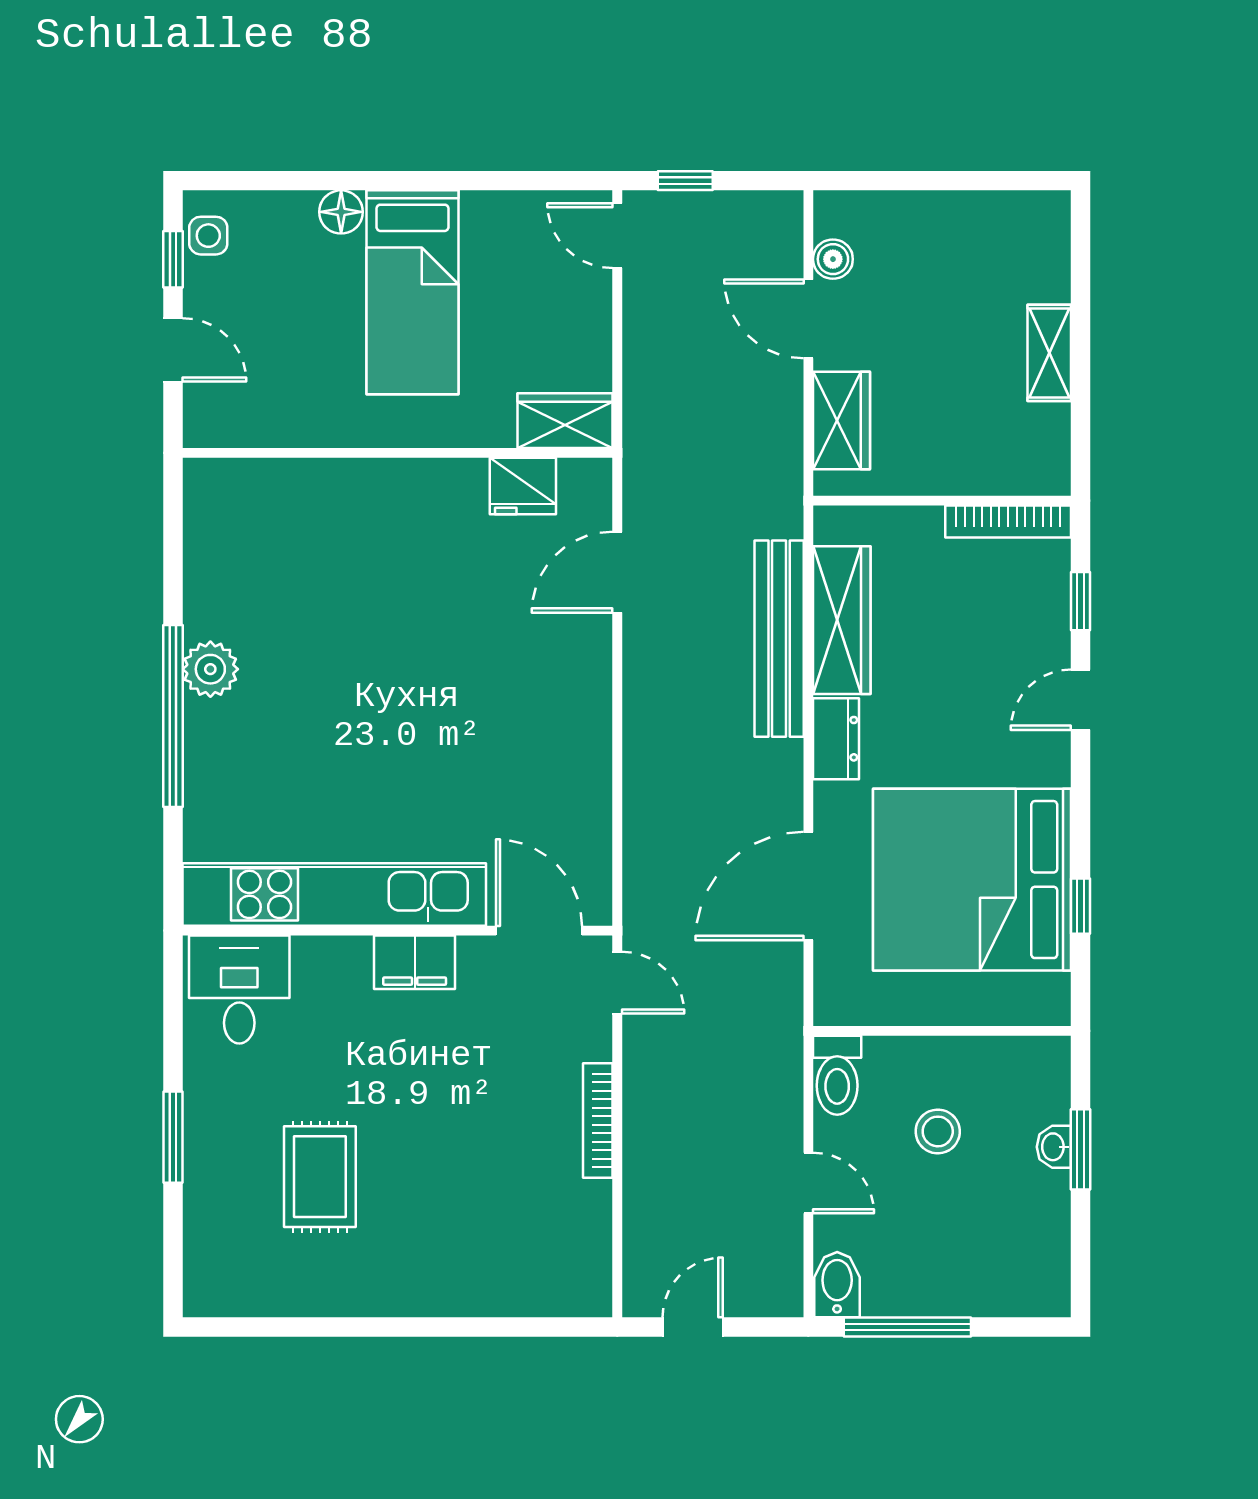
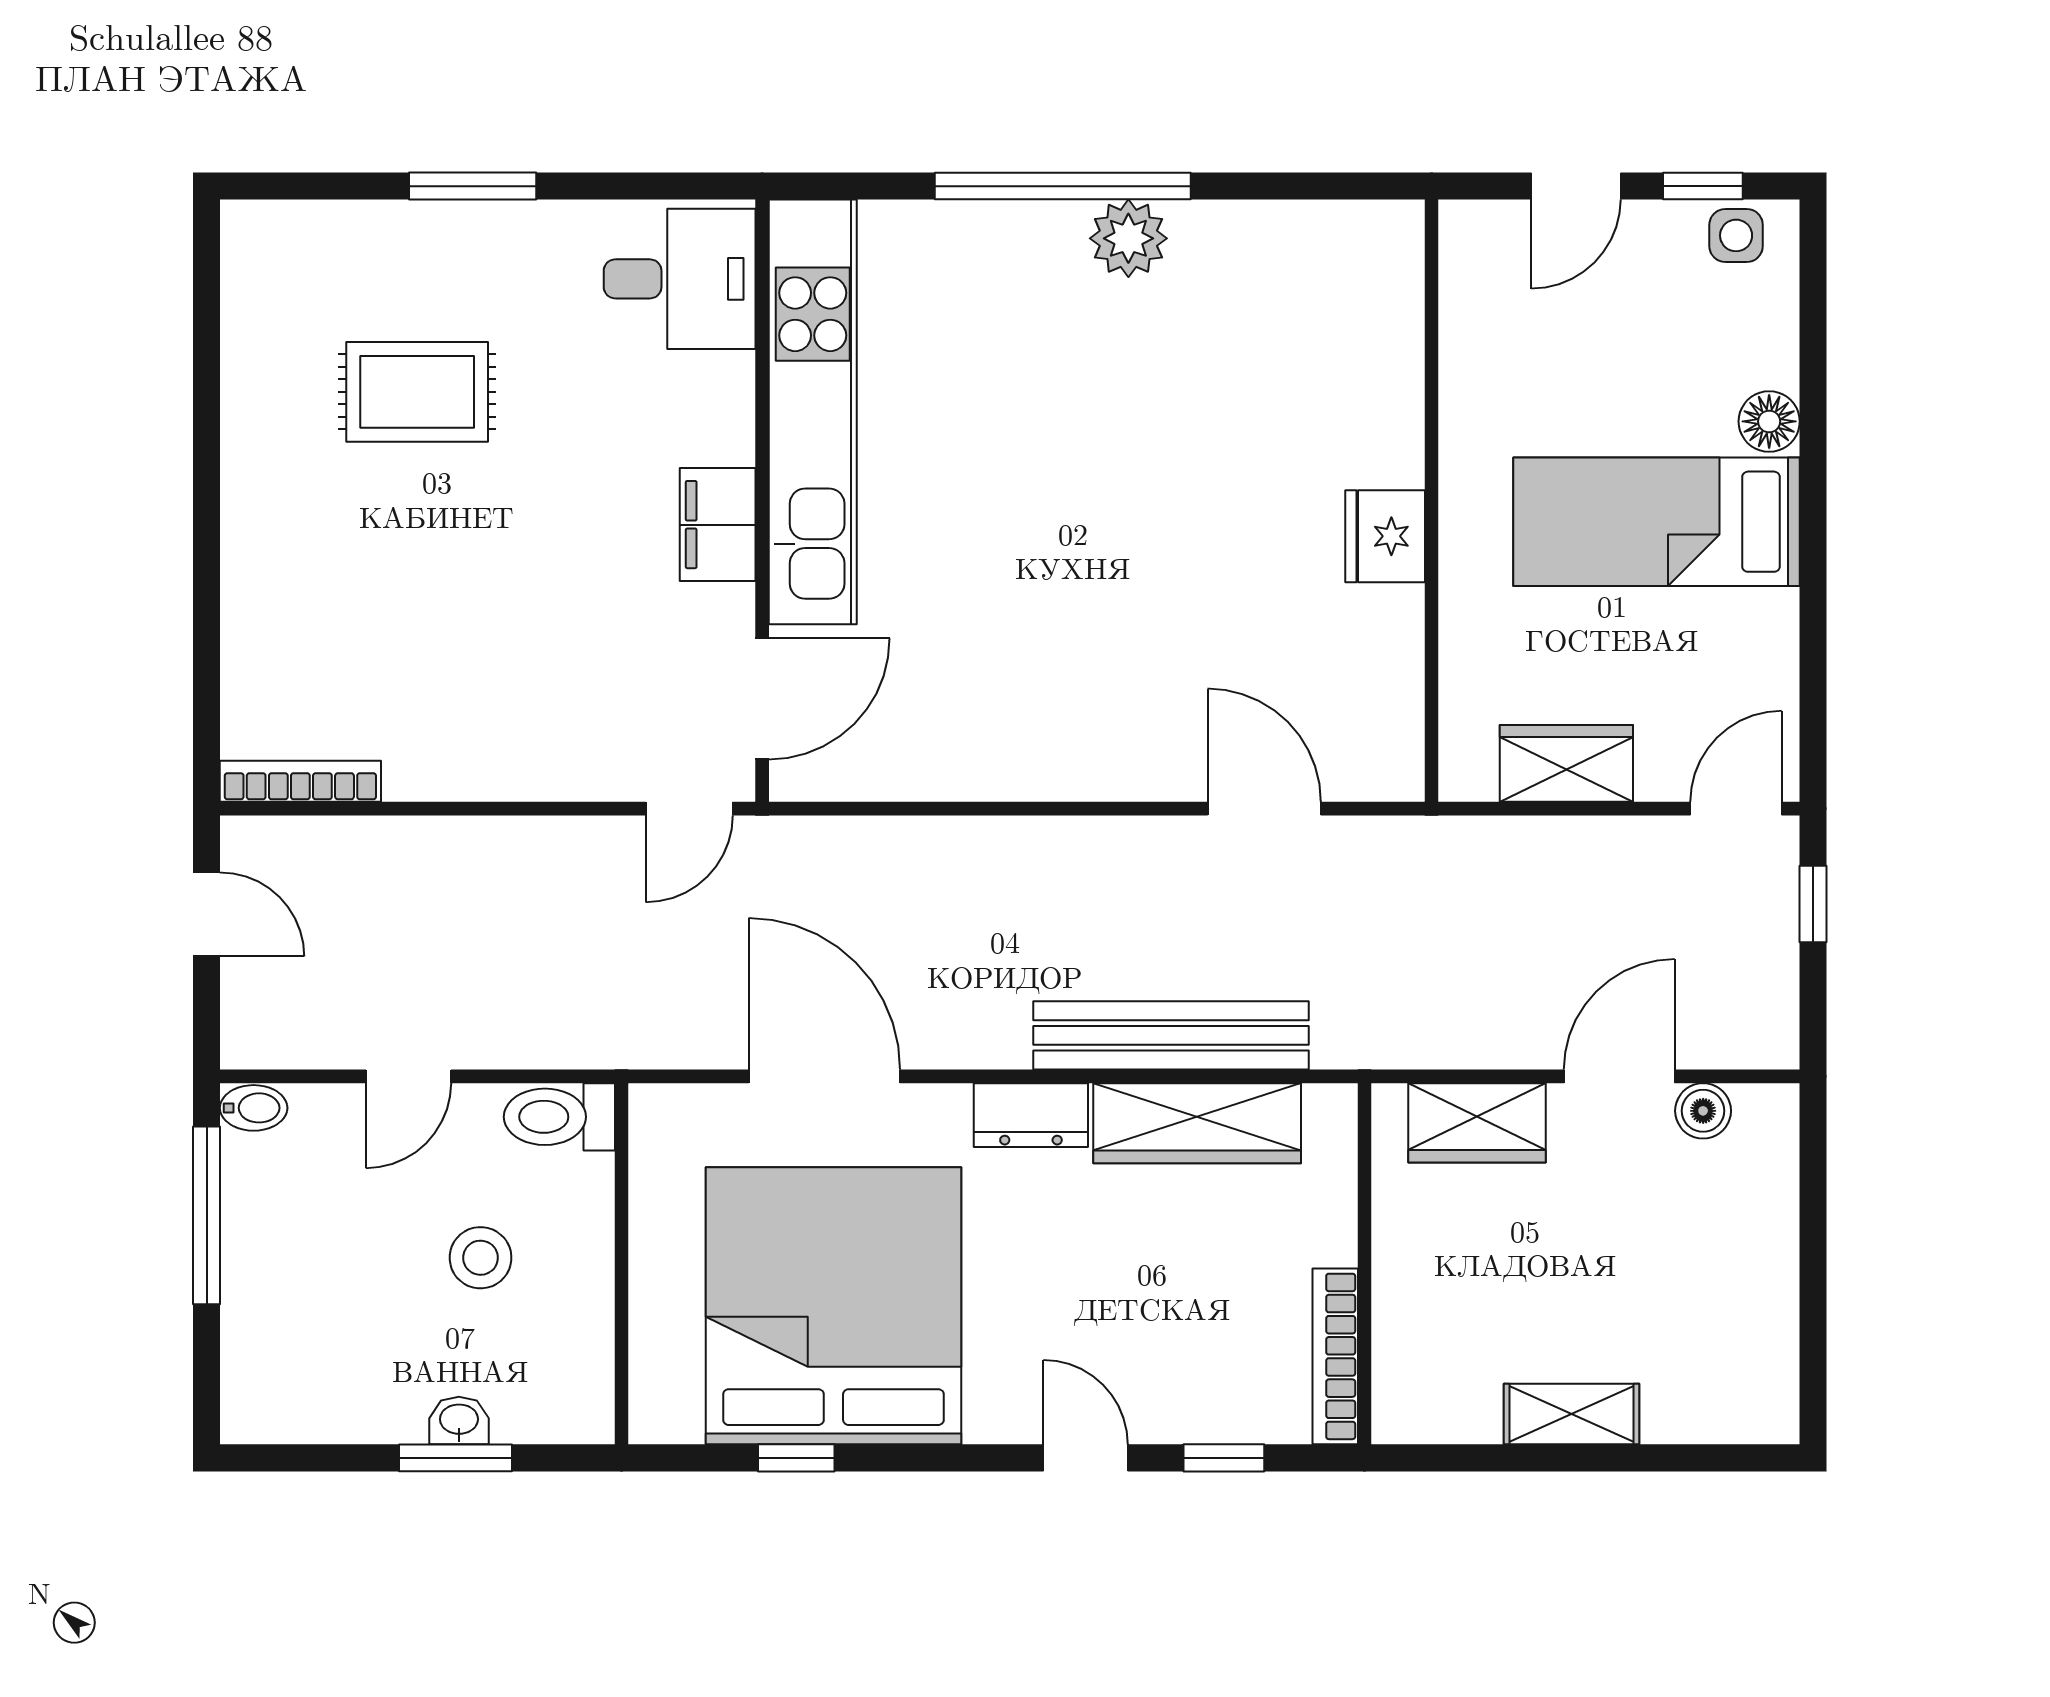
wardrobe: (565, 421) -> (1566, 763), moved, turned -90
fridge: (523, 486) -> (1385, 536), moved
bookcase: (598, 1121) -> (300, 781), moved
bidet: (837, 1285) -> (254, 1108), width x0.72, depth x0.74

